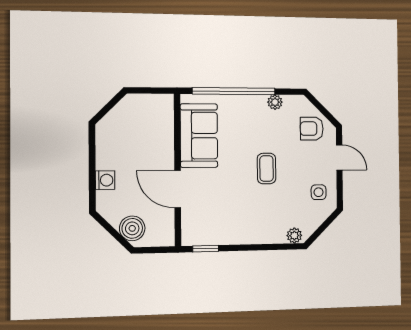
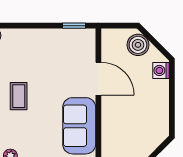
washing machine: (105, 180) -> (161, 70), moved

